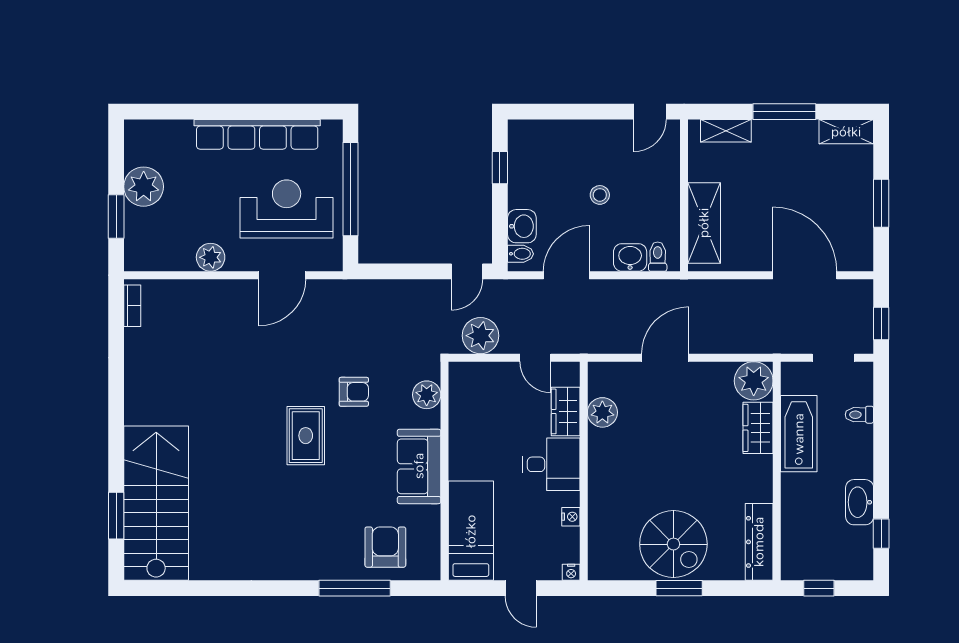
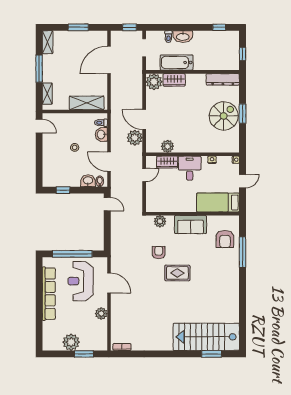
plant: (481, 336) -> (135, 138), moved
washbasin: (860, 502) -> (183, 37), moved
armchair: (385, 547) -> (225, 239), turned -90

